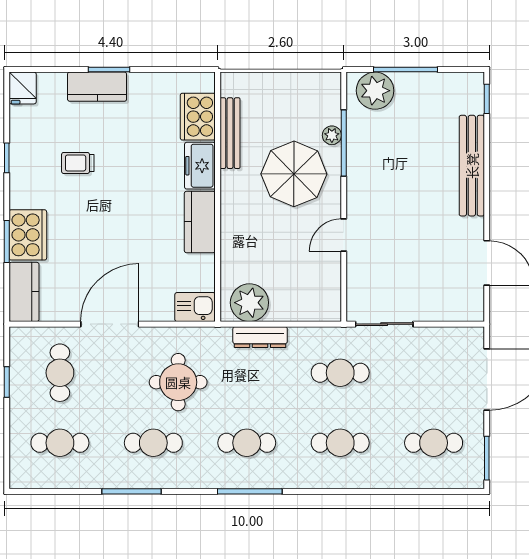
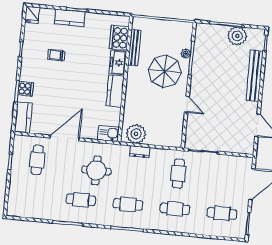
plant: (375, 91) -> (237, 36), moved
cooker: (28, 235) -> (26, 89), width x0.53, depth x0.76
door: (344, 235) -> (187, 104), swing flipped
dresser: (260, 337) -> (140, 152), width x0.70
cafe table: (340, 373) -> (178, 174), turned 90
cafe table: (60, 443) -> (34, 195), removed

